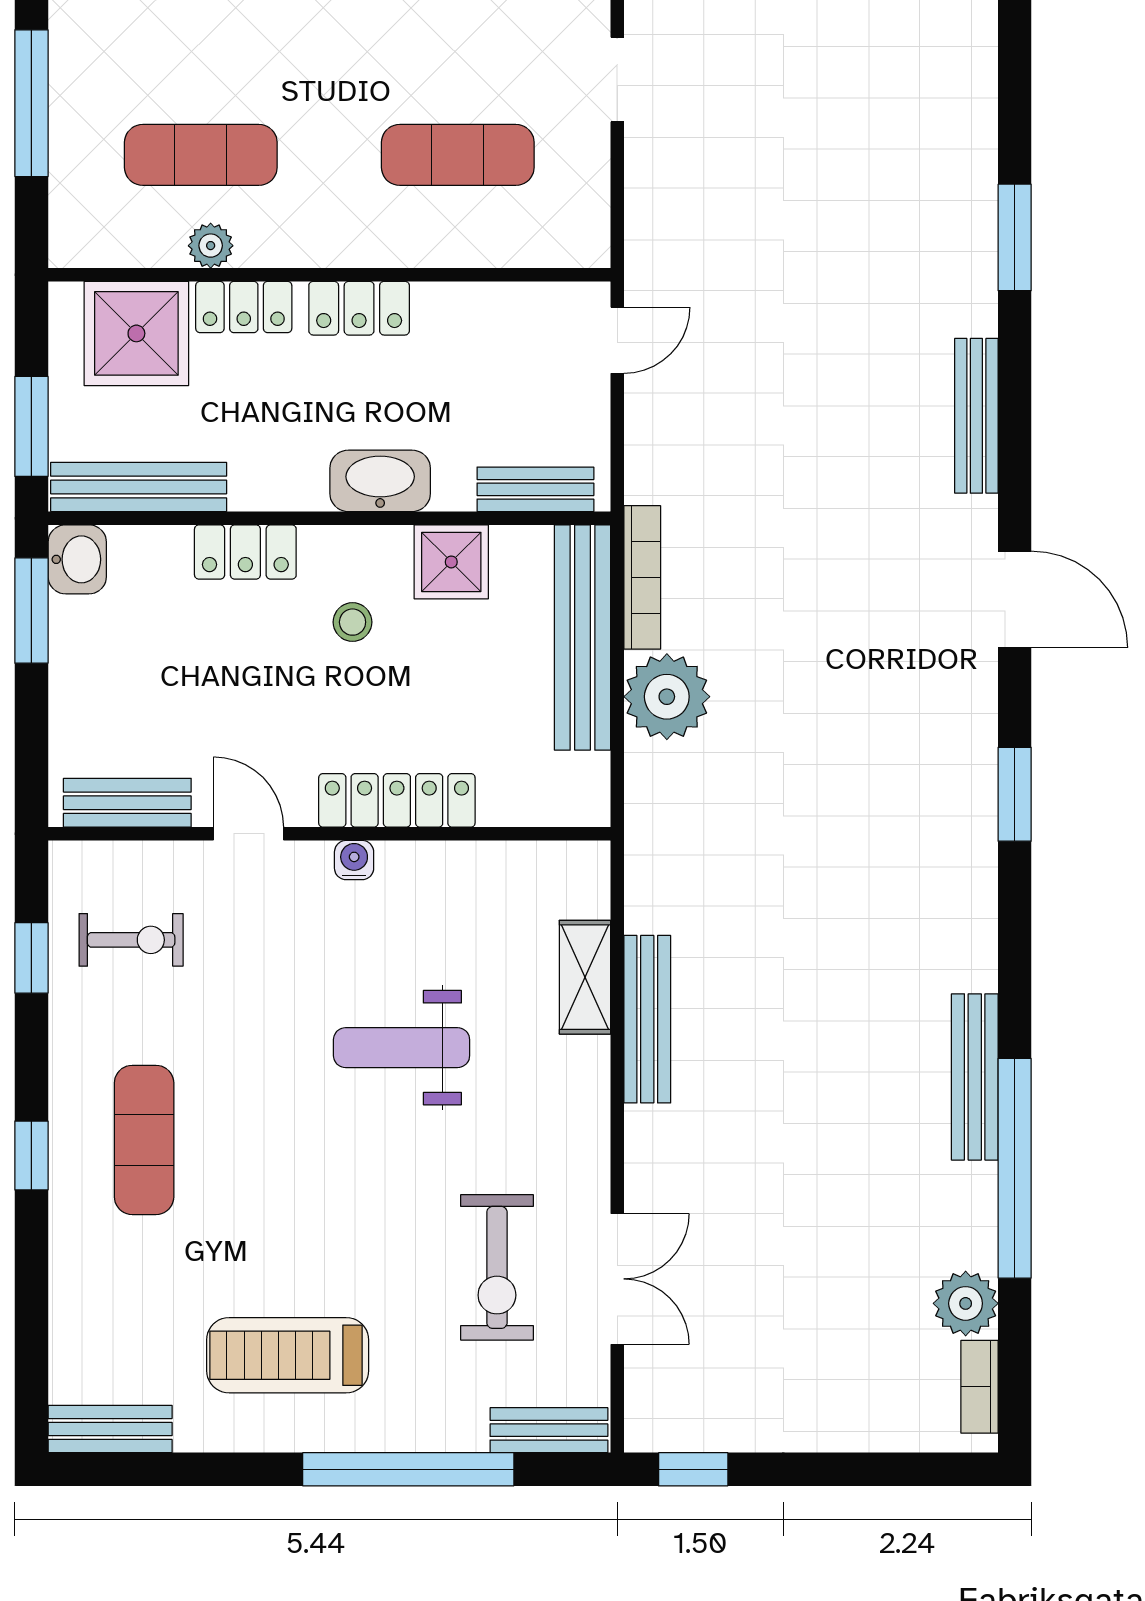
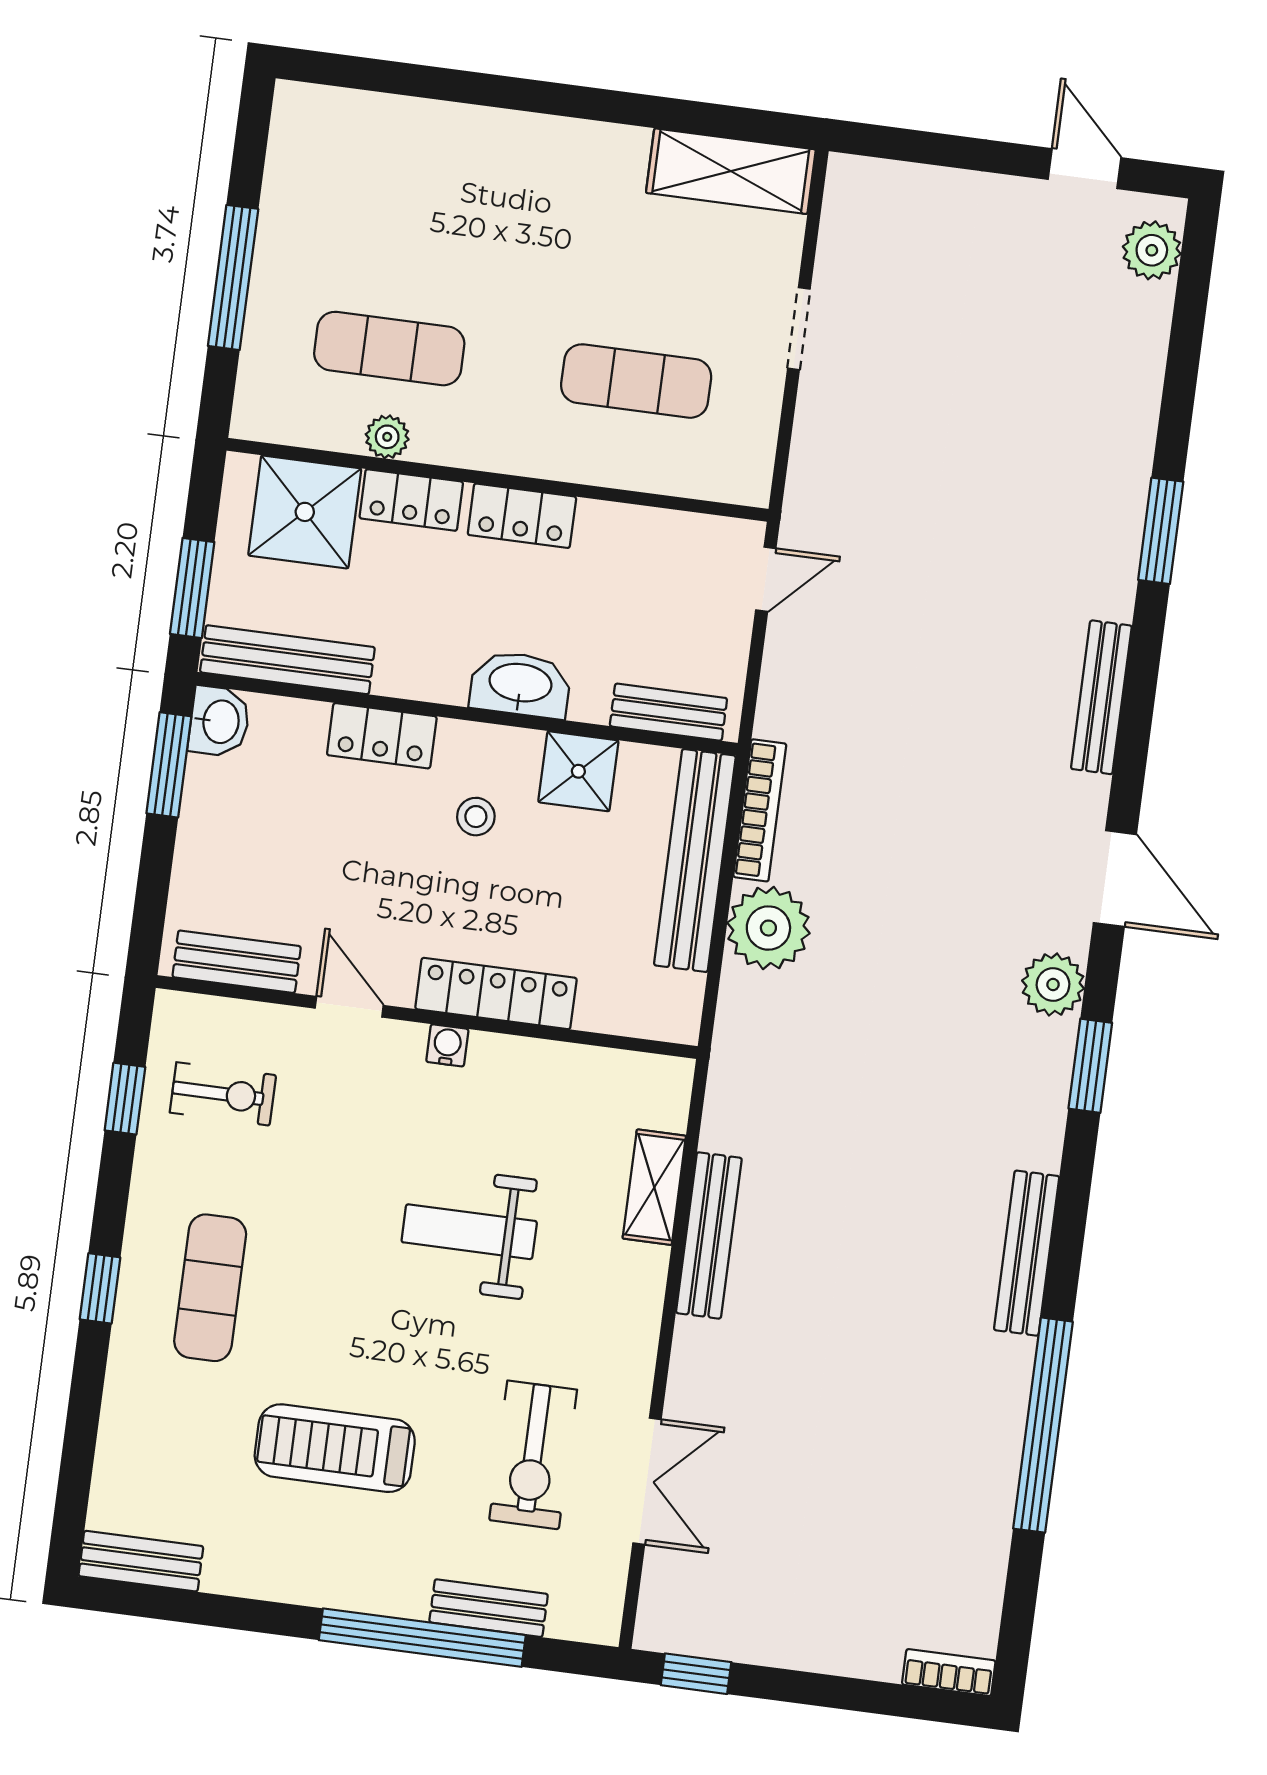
bench: (975, 1077) -> (1027, 1253), moved
plant: (966, 1303) -> (1053, 985), moved
treadmill: (288, 1355) -> (335, 1448), moved
bookcase: (979, 1387) -> (949, 1673), moved, turned 90
bench: (549, 1430) -> (489, 1608), moved

